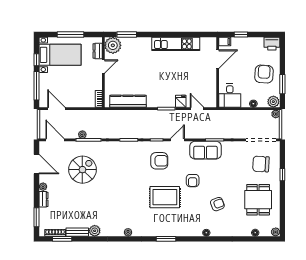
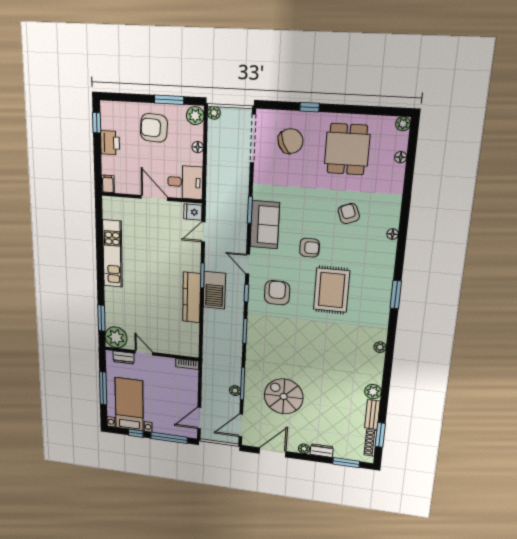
window: (241, 35) -> (97, 123), moved
printer: (272, 44) -> (110, 143), moved
door: (218, 59) -> (154, 198), moved
kitchen counter: (128, 101) -> (192, 297), moved
fridge: (181, 101) -> (193, 212), moved
barbecue: (156, 117) -> (214, 290), added
chair: (261, 164) -> (291, 141), turned -117
dining table: (258, 200) -> (347, 149), turned 90

